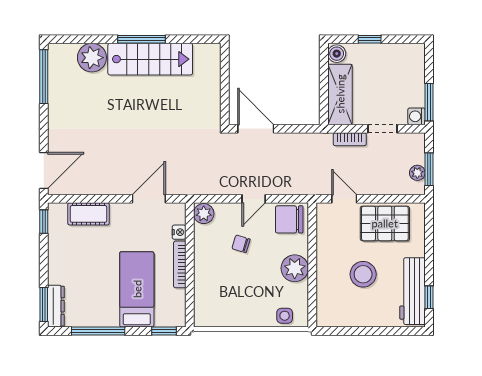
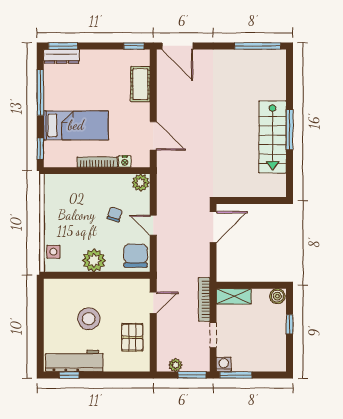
plant: (92, 58) -> (274, 87), removed
shelving: (340, 94) -> (234, 296), width x0.67, depth x0.75
bookcase: (350, 139) -> (204, 299), width x1.56
window: (429, 169) -> (192, 375), moved
pallet: (385, 223) -> (132, 337), width x0.67, depth x0.71

